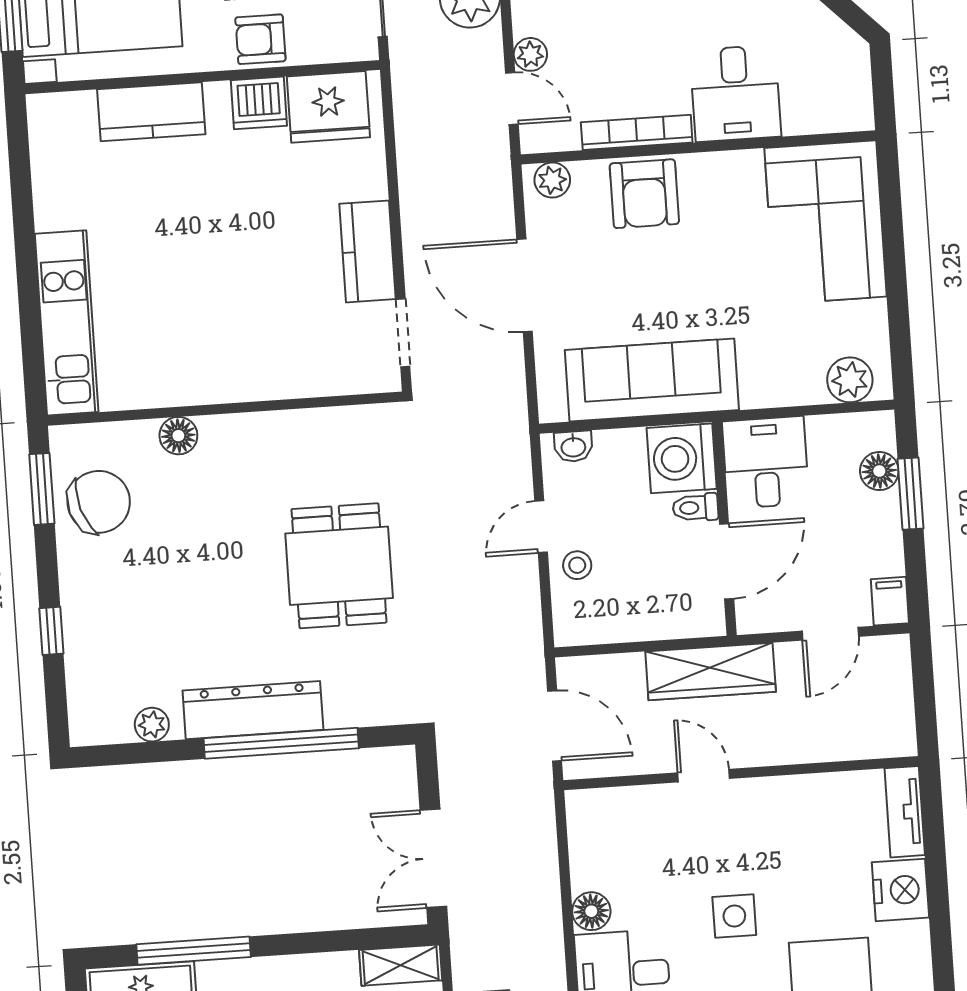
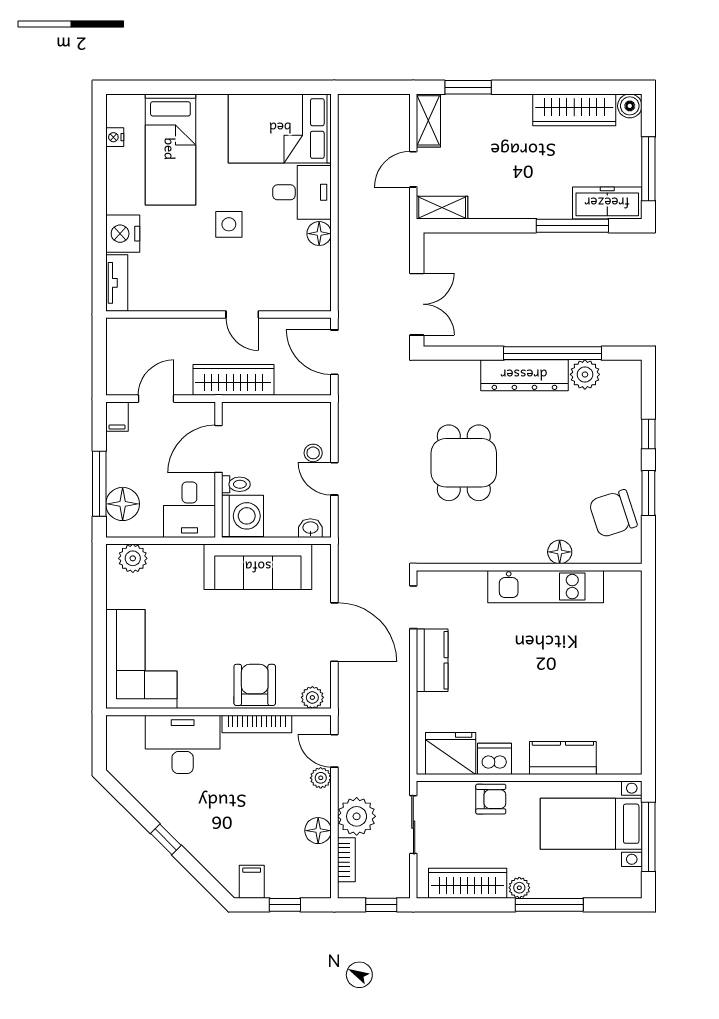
desk: (735, 93) -> (183, 744), width x1.37
kitchen unit: (67, 323) -> (546, 587), moved, turned -90
floor lamp: (879, 471) -> (123, 504), width x1.38, depth x1.38
window: (42, 489) -> (648, 493), moved
window: (911, 494) -> (99, 484), width x1.44
door: (541, 527) -> (334, 479), swing flipped
plant: (152, 725) -> (585, 374), width x1.38, depth x1.38
window: (281, 743) -> (553, 353), moved
double door: (433, 858) -> (417, 304), moved

